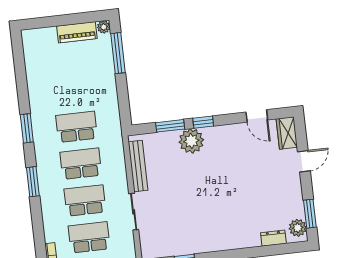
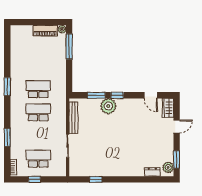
window: (33, 182) -> (7, 137), moved
school desk: (85, 200) -> (38, 135), removed

